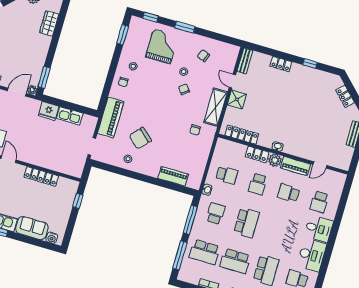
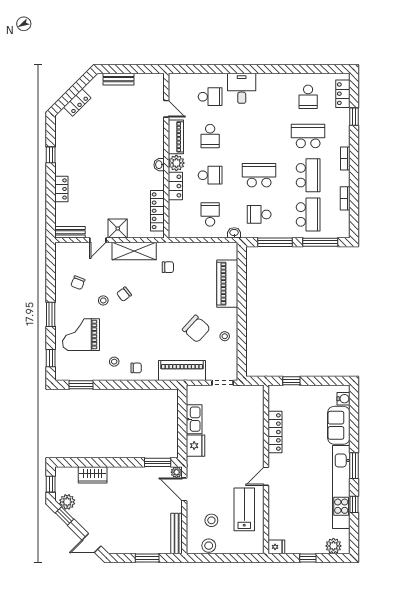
piano: (173, 176) -> (227, 284), width x1.37, depth x1.33
desk: (312, 255) -> (275, 88), removed

